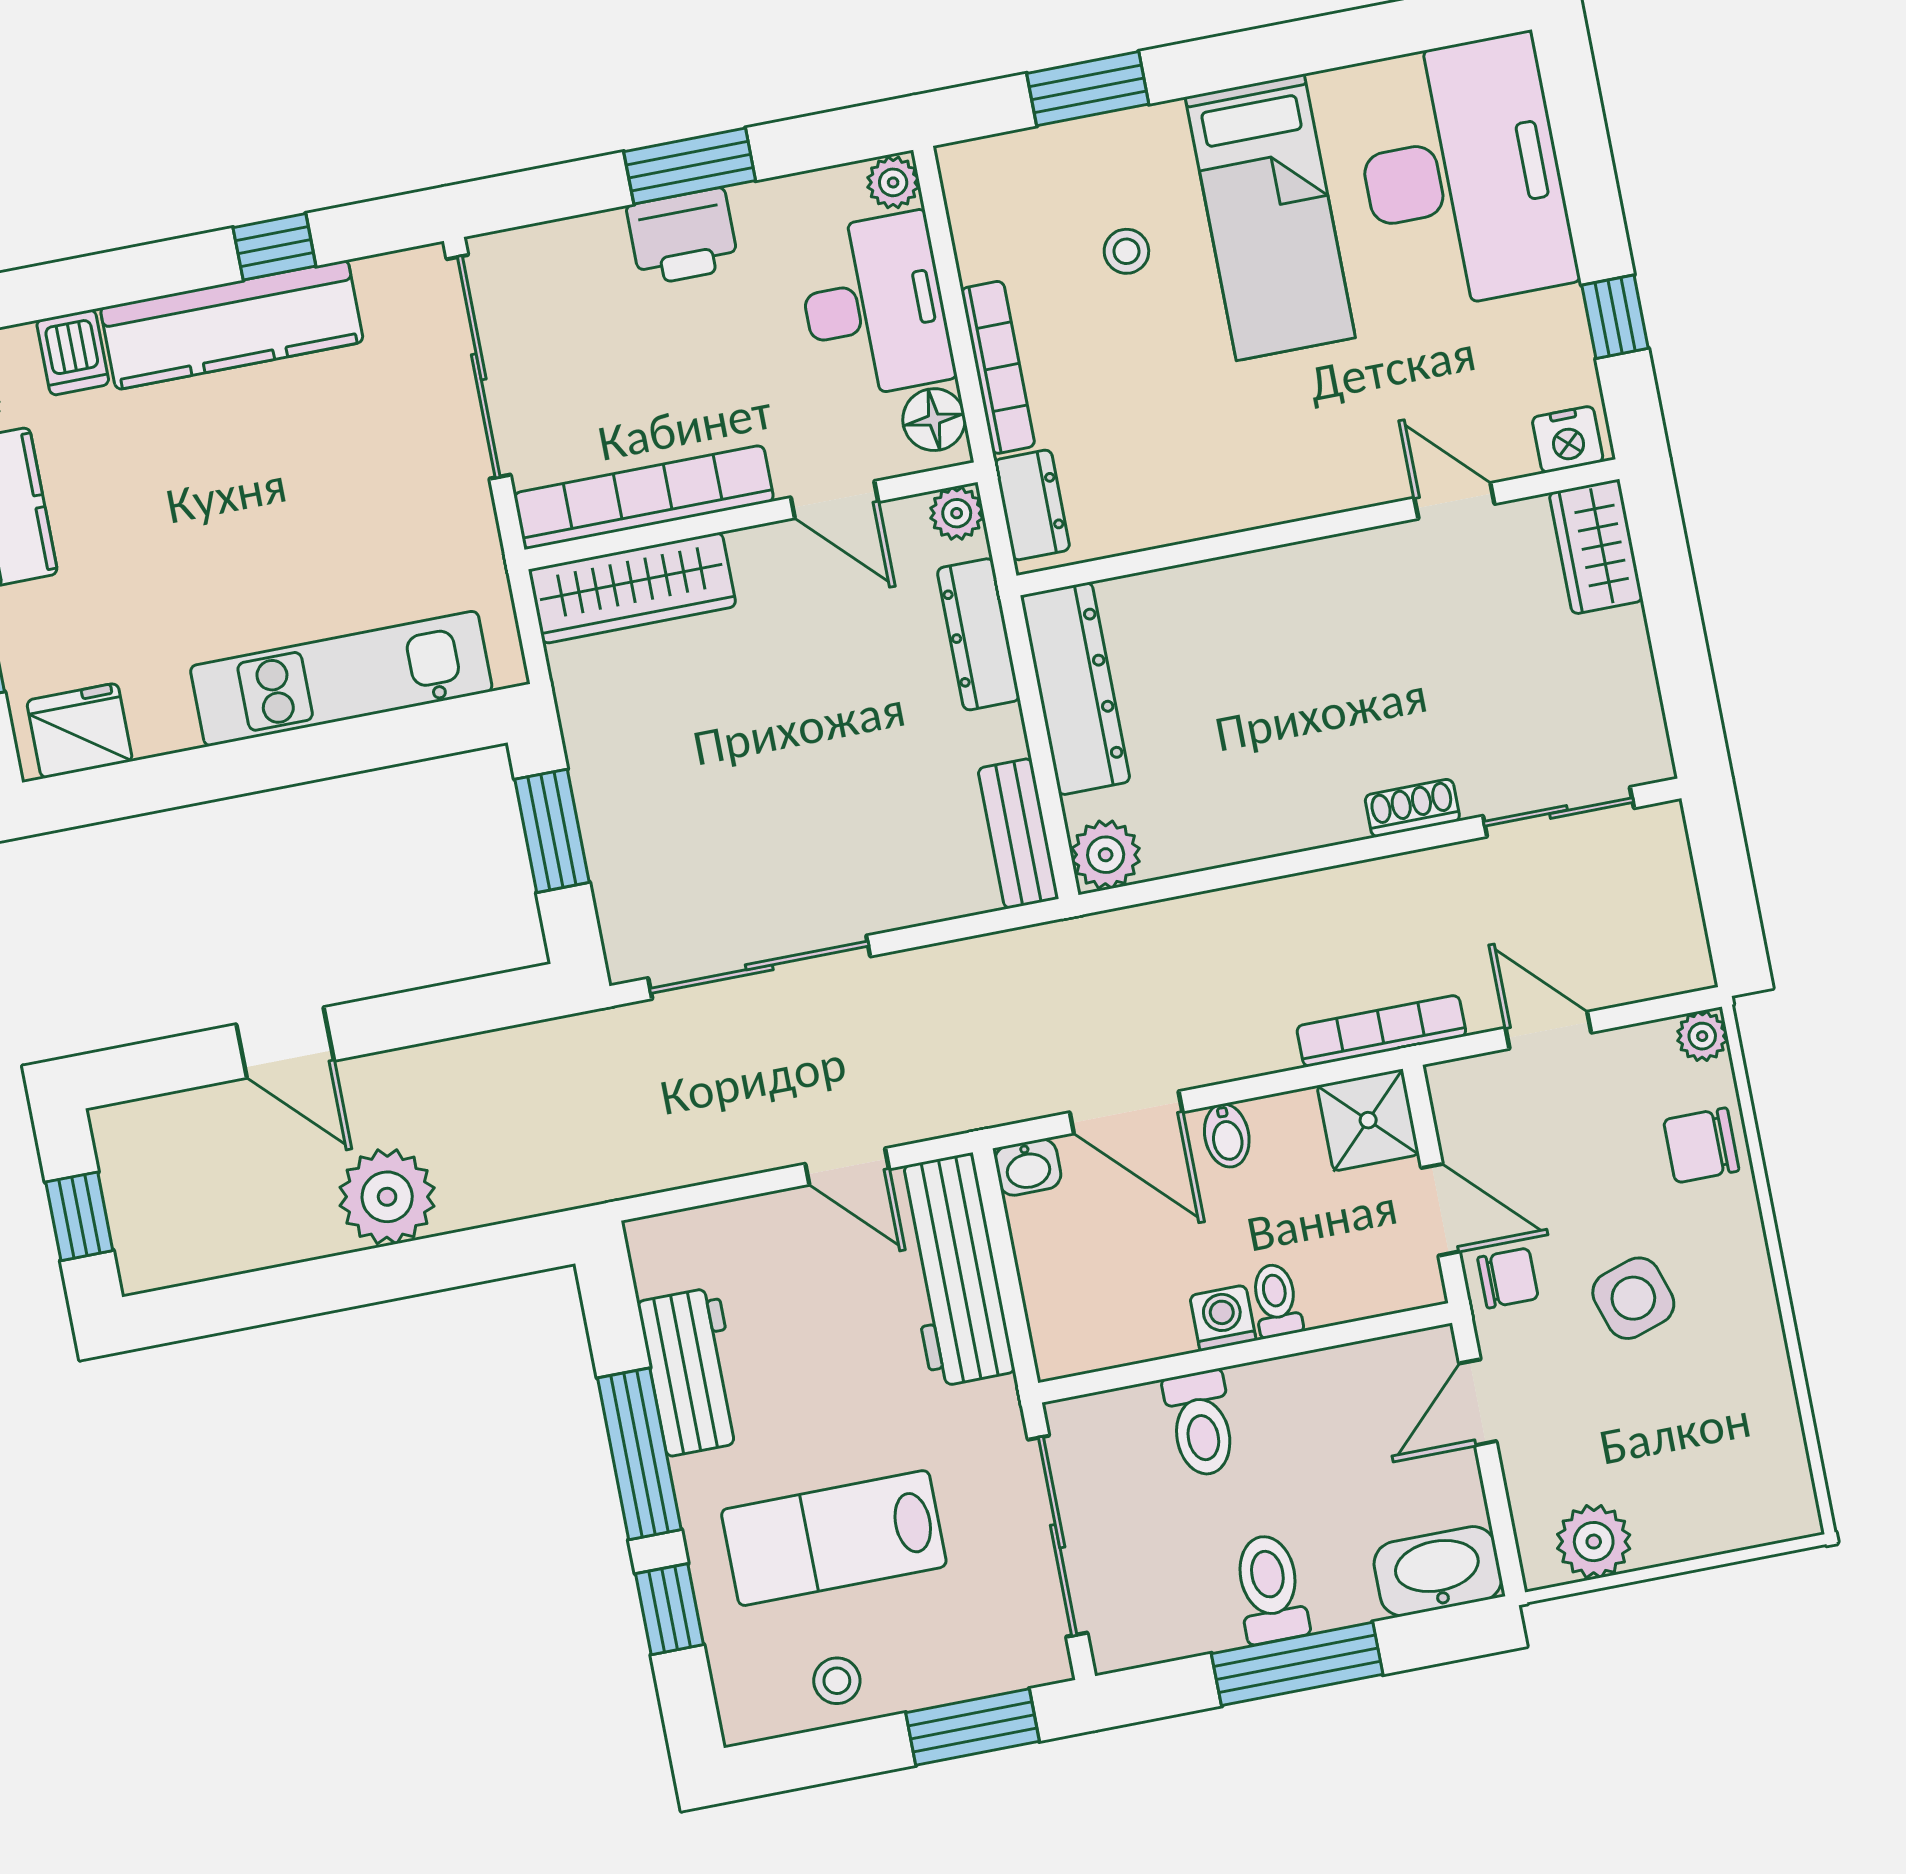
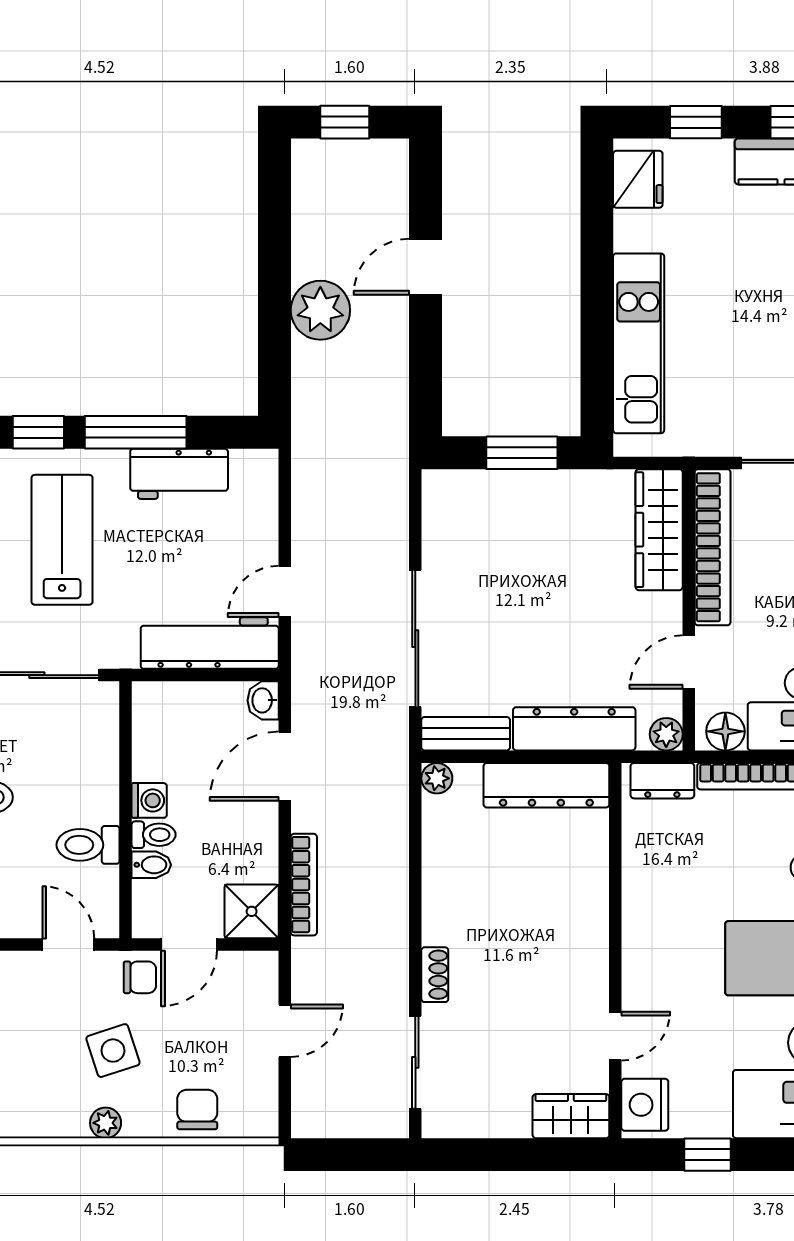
nightstand: (1568, 439) -> (645, 1105), width x1.36, depth x1.33
dresser: (978, 634) -> (574, 729), width x1.37, depth x1.24
plant: (1106, 855) -> (437, 778), width x0.73, depth x0.73
sliding door: (759, 967) -> (415, 639), moved
bookcase: (1381, 1031) -> (304, 885), moved
plant: (1702, 1036) -> (106, 1123), moved
bidet: (1227, 1135) -> (151, 865), moved, turned 180
chair: (1508, 1278) -> (140, 977), turned -90
toilet: (1201, 1424) -> (88, 845), moved

